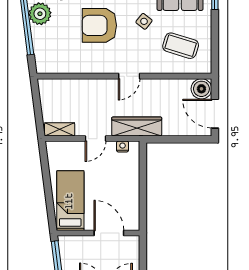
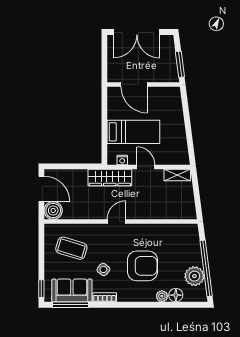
door: (95, 139) -> (146, 167), hinge flipped
bed: (70, 201) -> (133, 132), moved, turned -90

